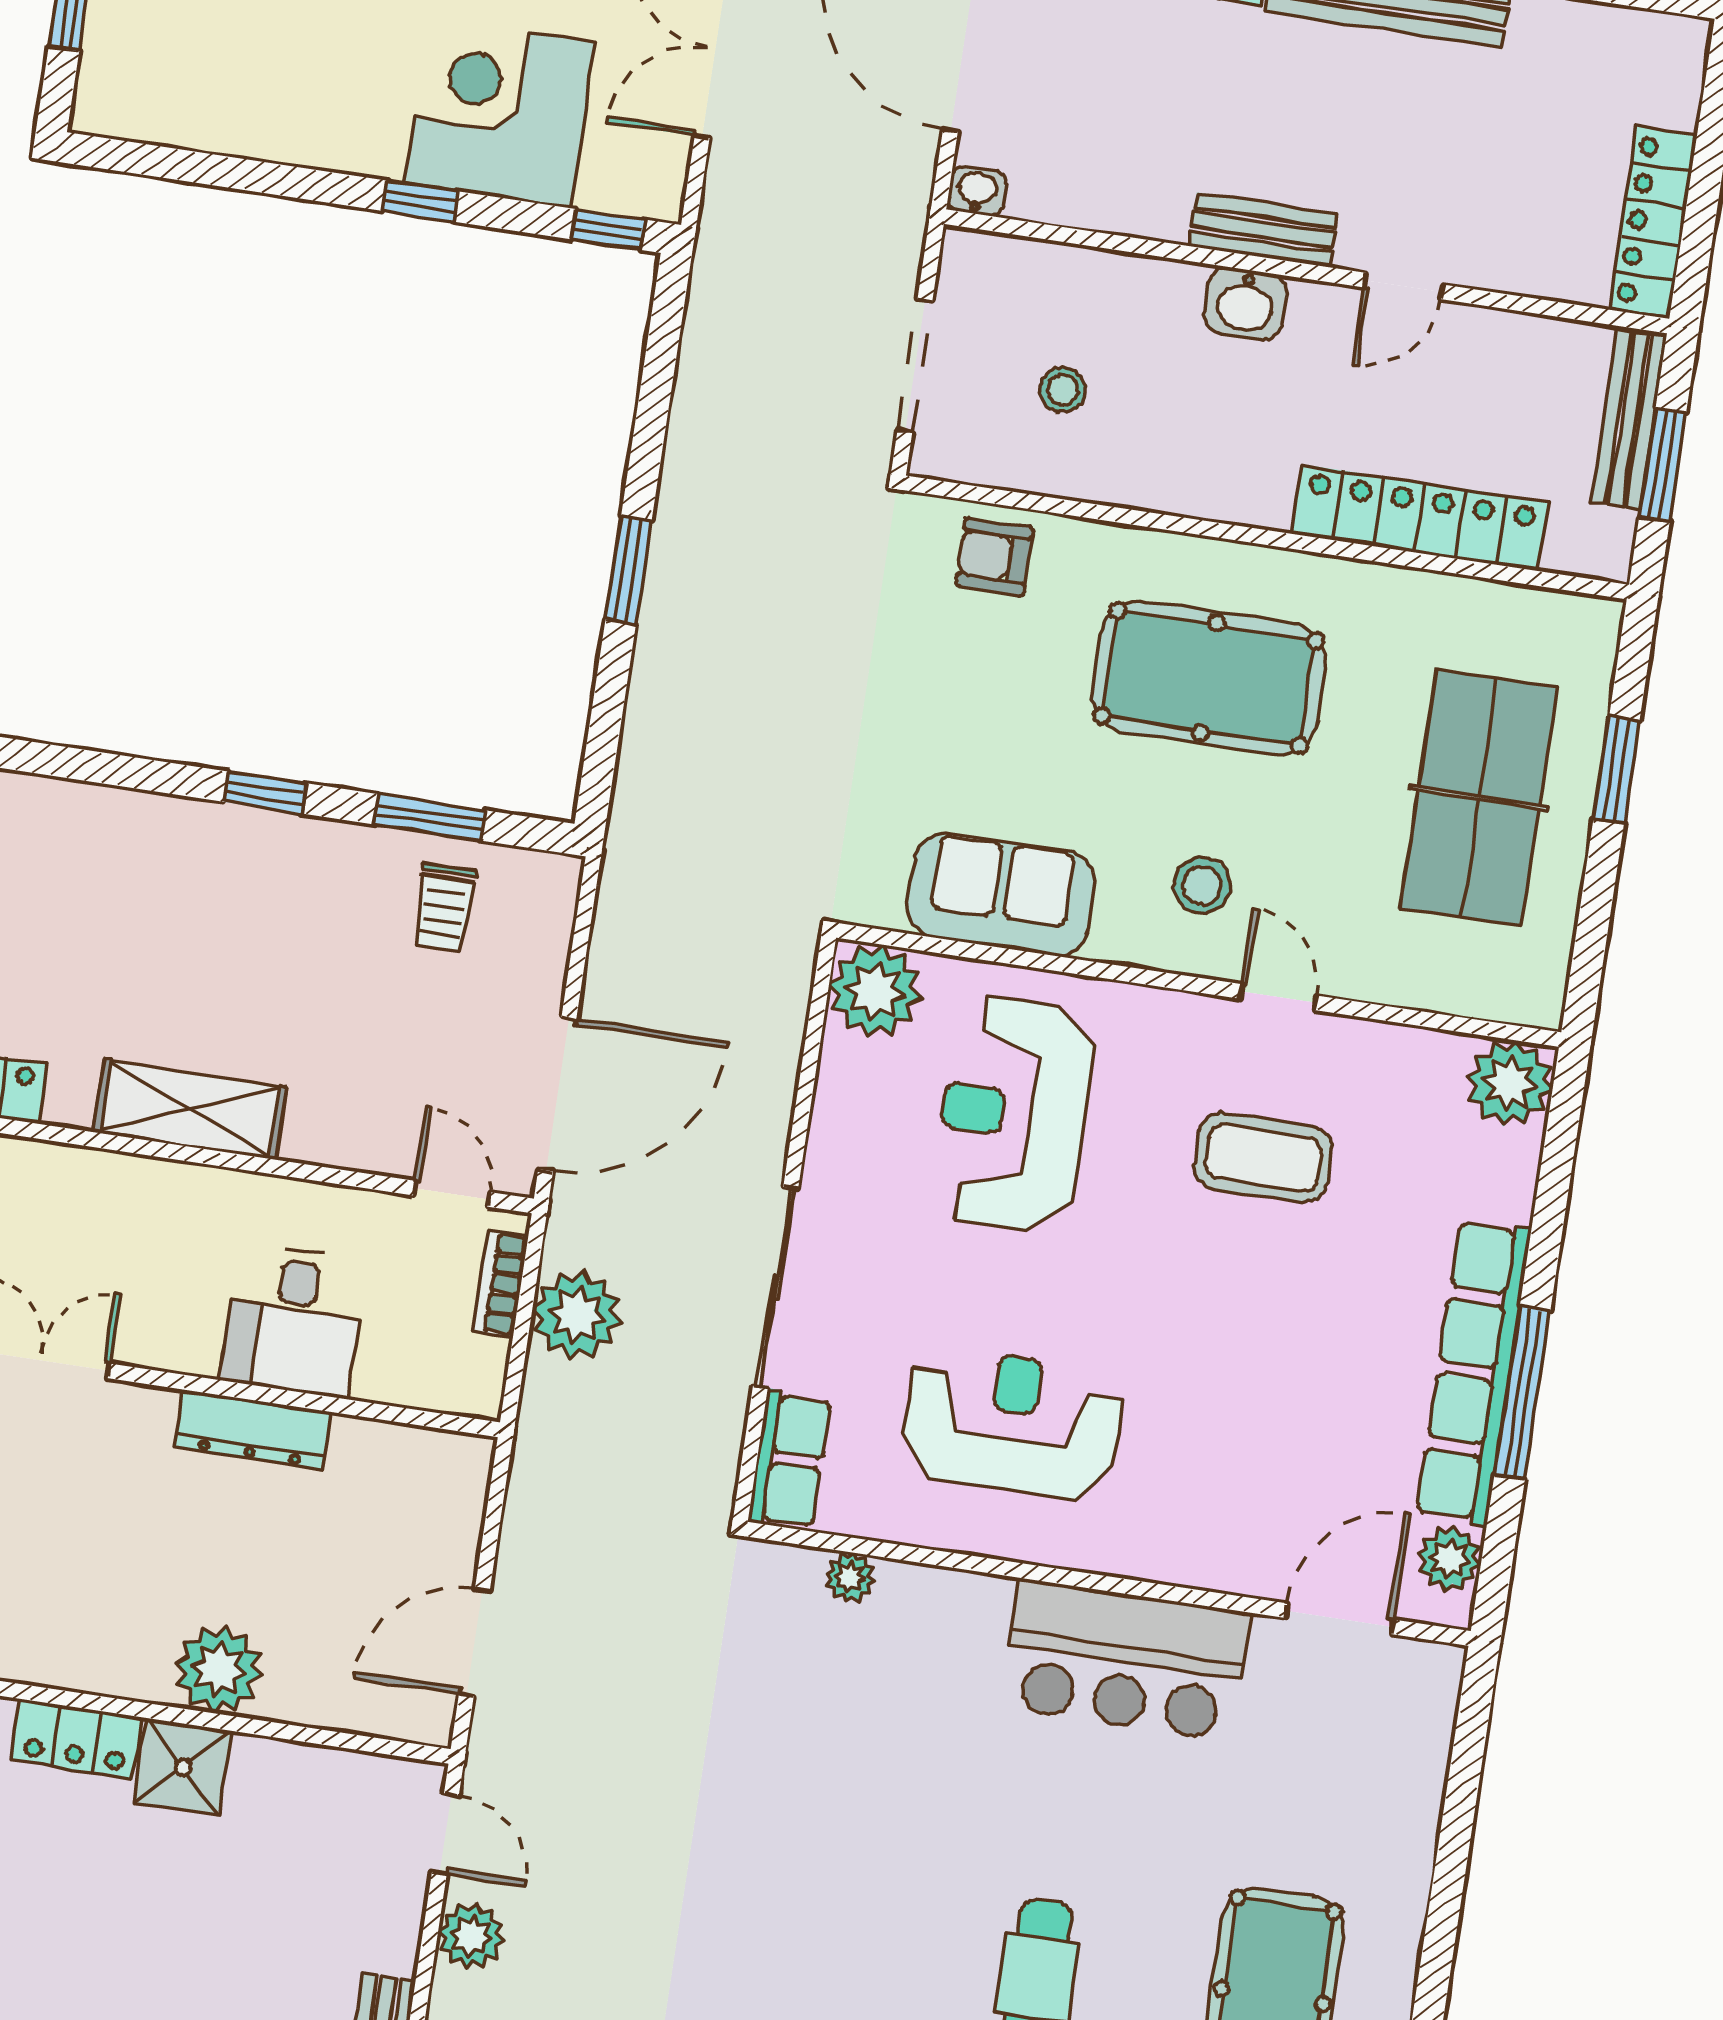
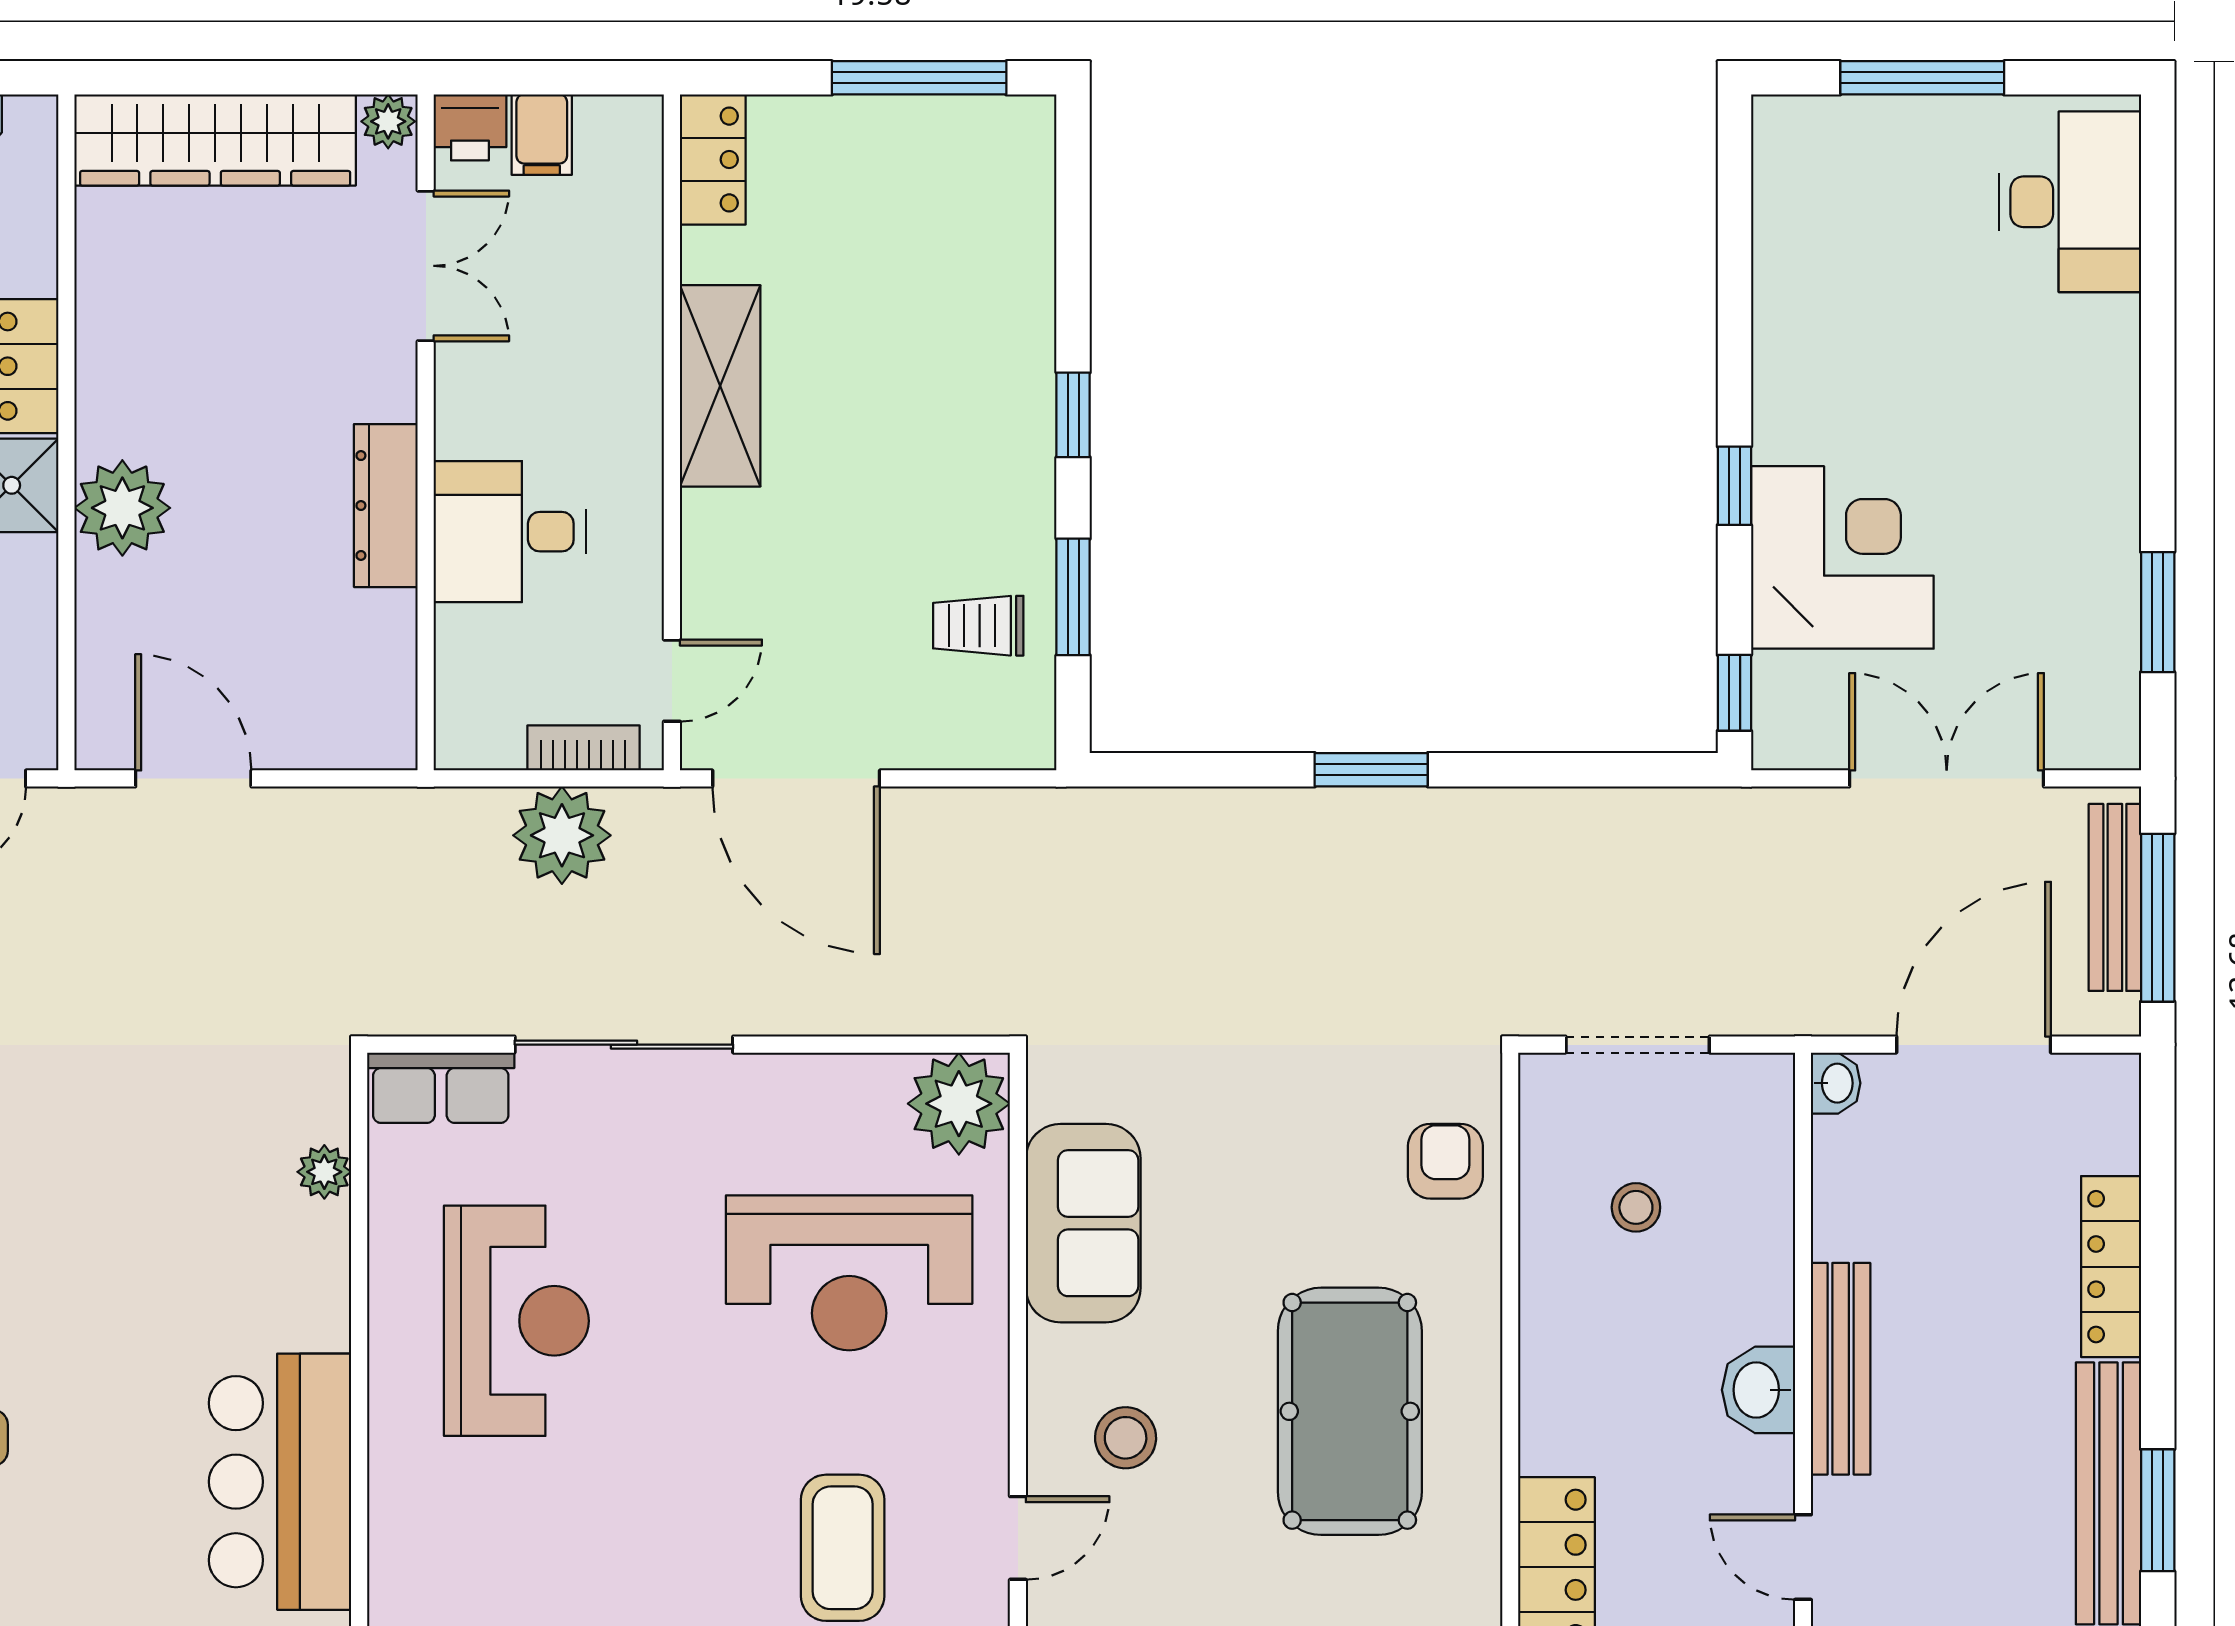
bench: (1263, 230) -> (1841, 1369), width x1.36
reception desk: (1014, 1114) -> (849, 1273), turned 180

